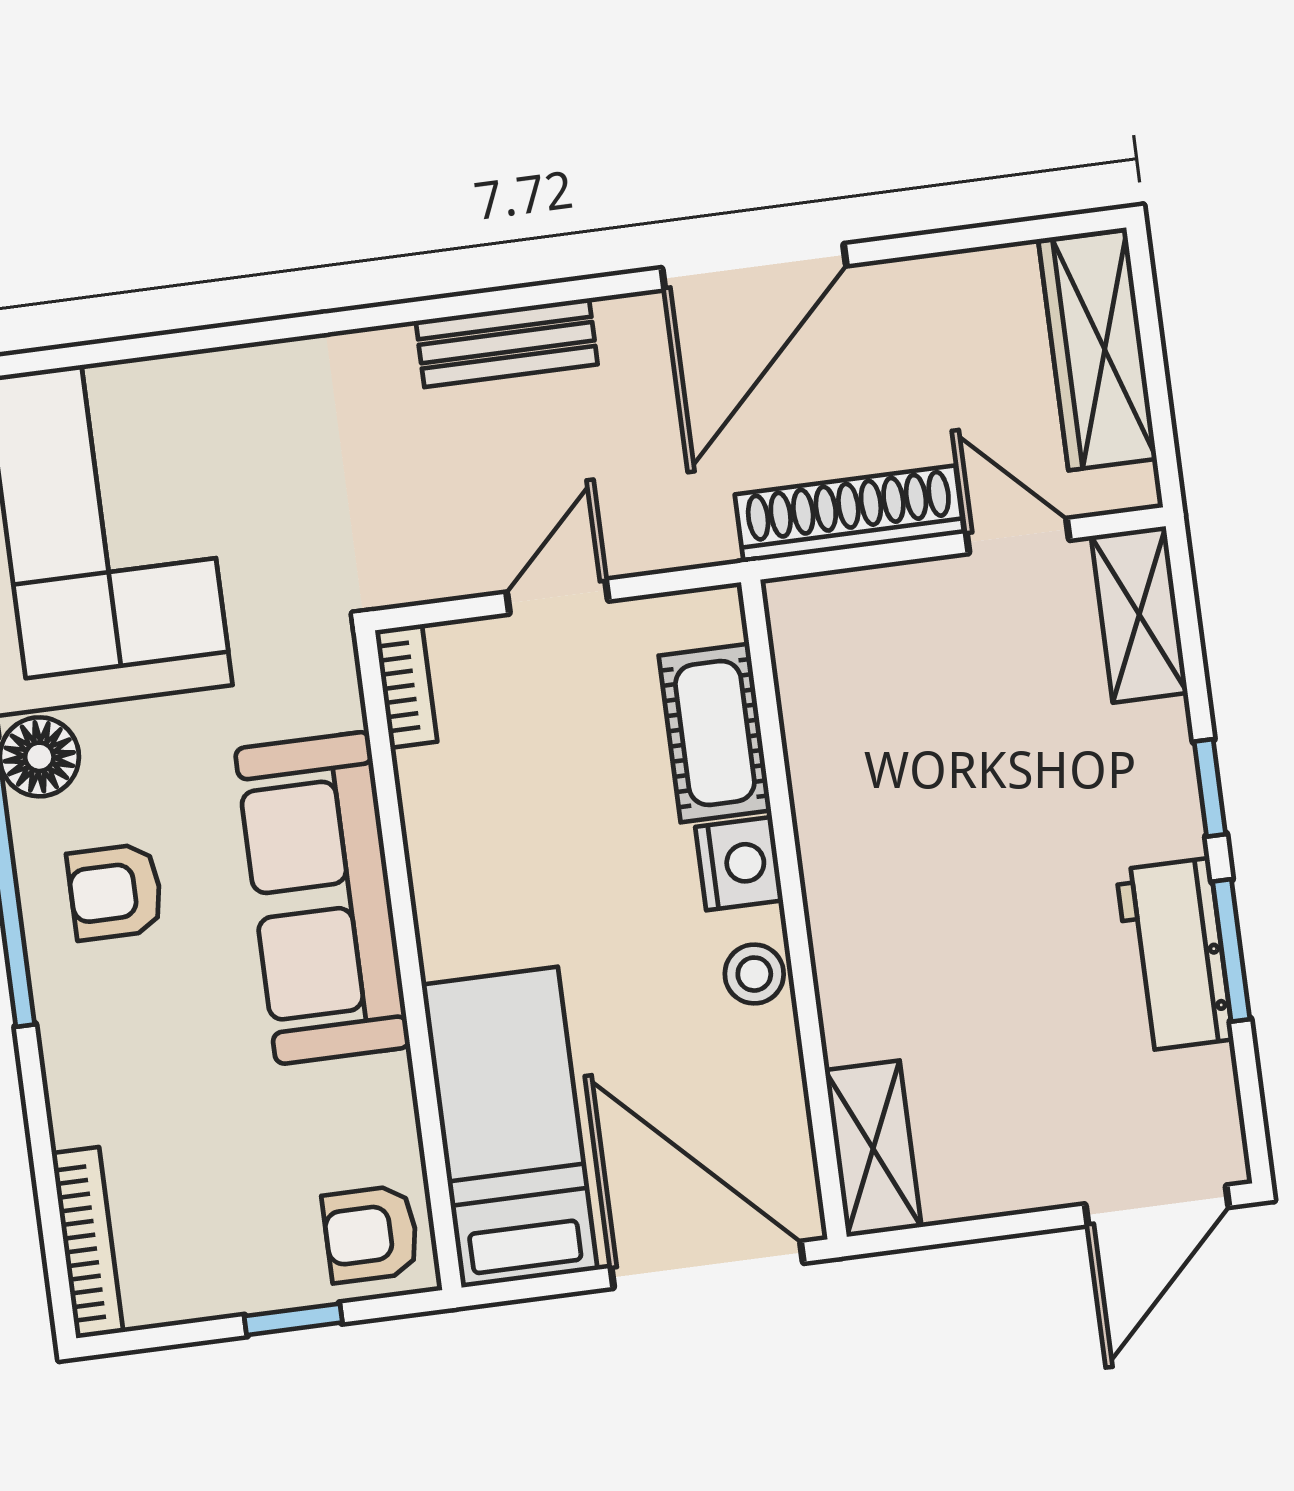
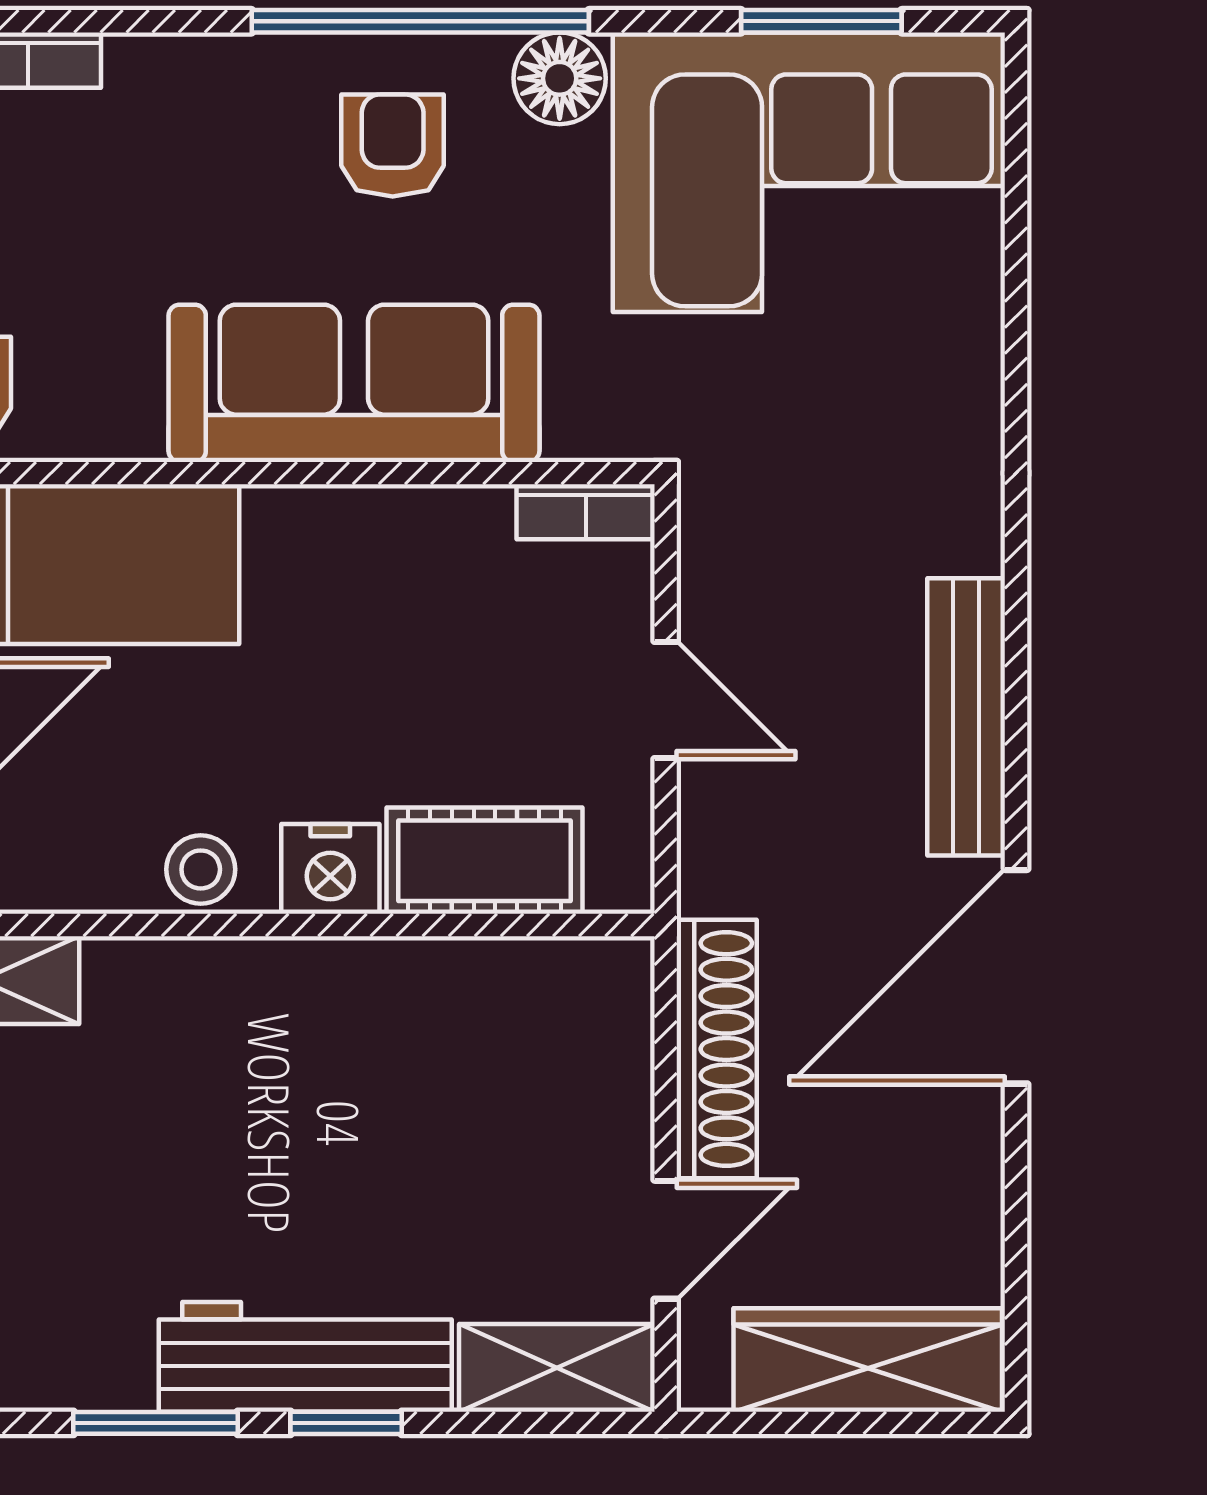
door: (754, 267) -> (1016, 977), hinge flipped
bench: (507, 343) -> (966, 717), width x1.36
workbench: (1175, 955) -> (305, 1357), moved, width x1.38

